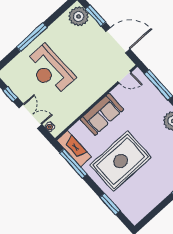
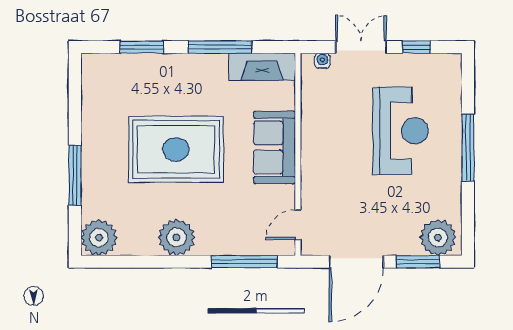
reception desk: (50, 70) -> (400, 131), turned 90
double door: (30, 116) -> (361, 47), swing flipped
rug: (121, 161) -> (176, 149), moved, turned 90
window: (73, 163) -> (220, 47), moved

